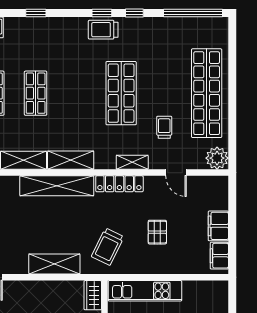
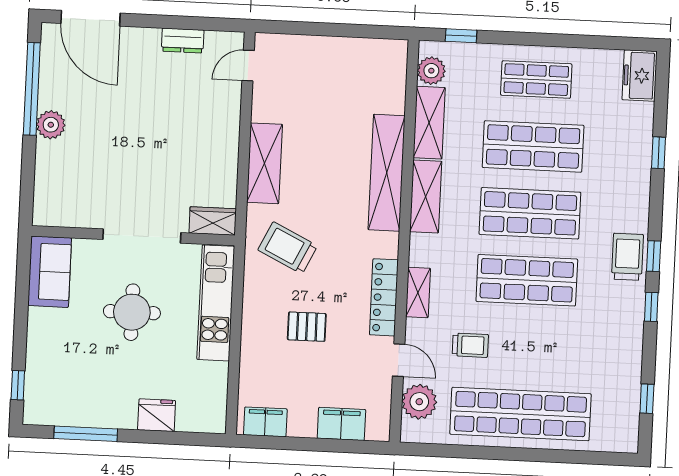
window: (193, 13) -> (647, 399), width x0.32
shop shelf: (36, 93) -> (533, 146), width x1.43, depth x1.36
shop shelf: (78, 93) -> (530, 213), added
plant: (217, 158) -> (419, 402), moved
door: (176, 173) -> (399, 360), swing flipped
locker: (119, 184) -> (384, 297), moved
filing cabinet: (218, 226) -> (341, 424), moved

